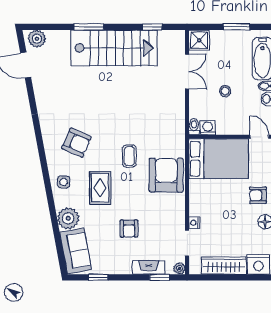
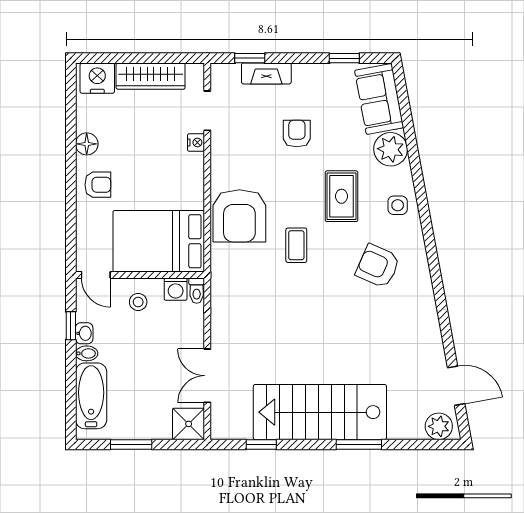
stool: (225, 91) -> (138, 302), moved
plant: (179, 268) -> (219, 72), removed

